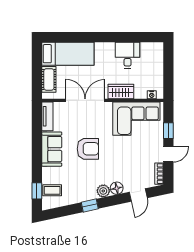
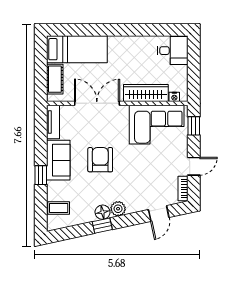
desk: (128, 55) -> (173, 51), moved, turned 90
wardrobe: (121, 91) -> (146, 93), width x1.50
window: (168, 131) -> (194, 126), moved
armchair: (88, 149) -> (100, 160), turned -90
floor lamp: (117, 188) -> (103, 212), moved
window: (37, 191) -> (41, 175), moved

